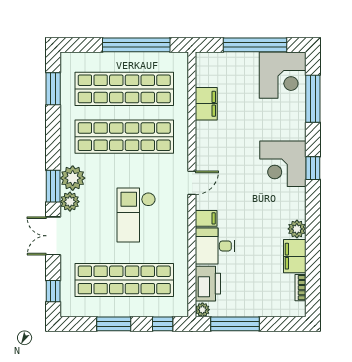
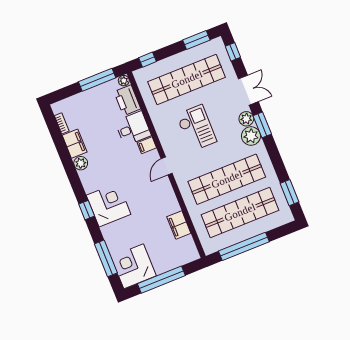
window: (114, 324) -> (196, 40), moved

